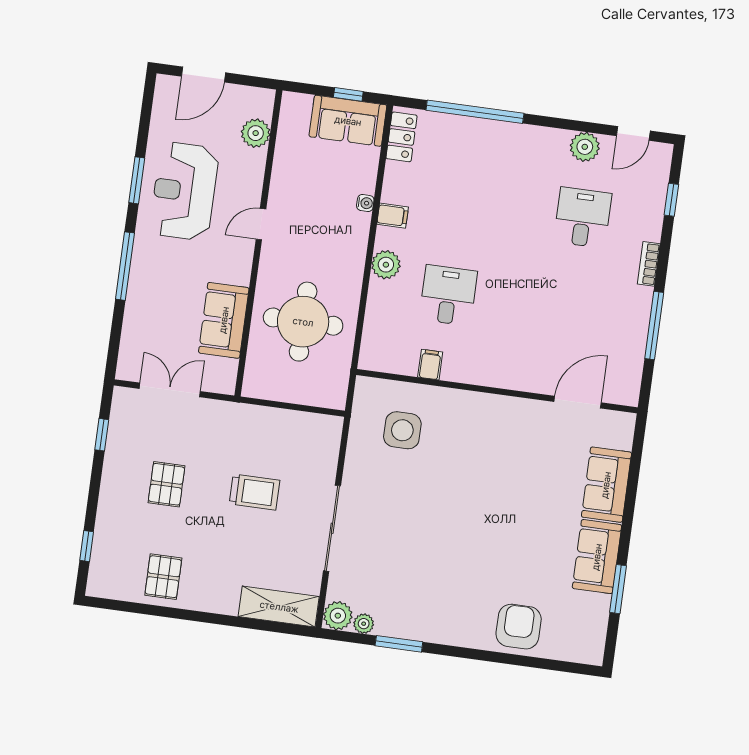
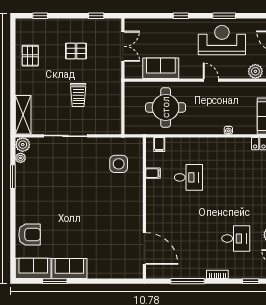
filing cabinet: (393, 216) -> (159, 145), moved
plant: (386, 265) -> (199, 145), removed
window: (125, 266) -> (181, 16), width x0.46
door: (578, 402) -> (144, 248), width x1.36
sofa: (606, 485) -> (33, 268), moved
pallet: (163, 577) -> (30, 56), turned 90

